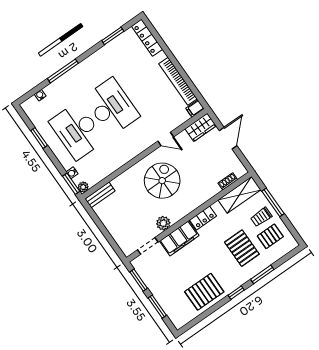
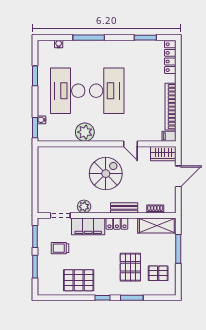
plant: (83, 187) -> (85, 132), moved, width x1.88, depth x1.88
bench: (100, 195) -> (124, 208), moved
trolley: (261, 217) -> (60, 248), moved

